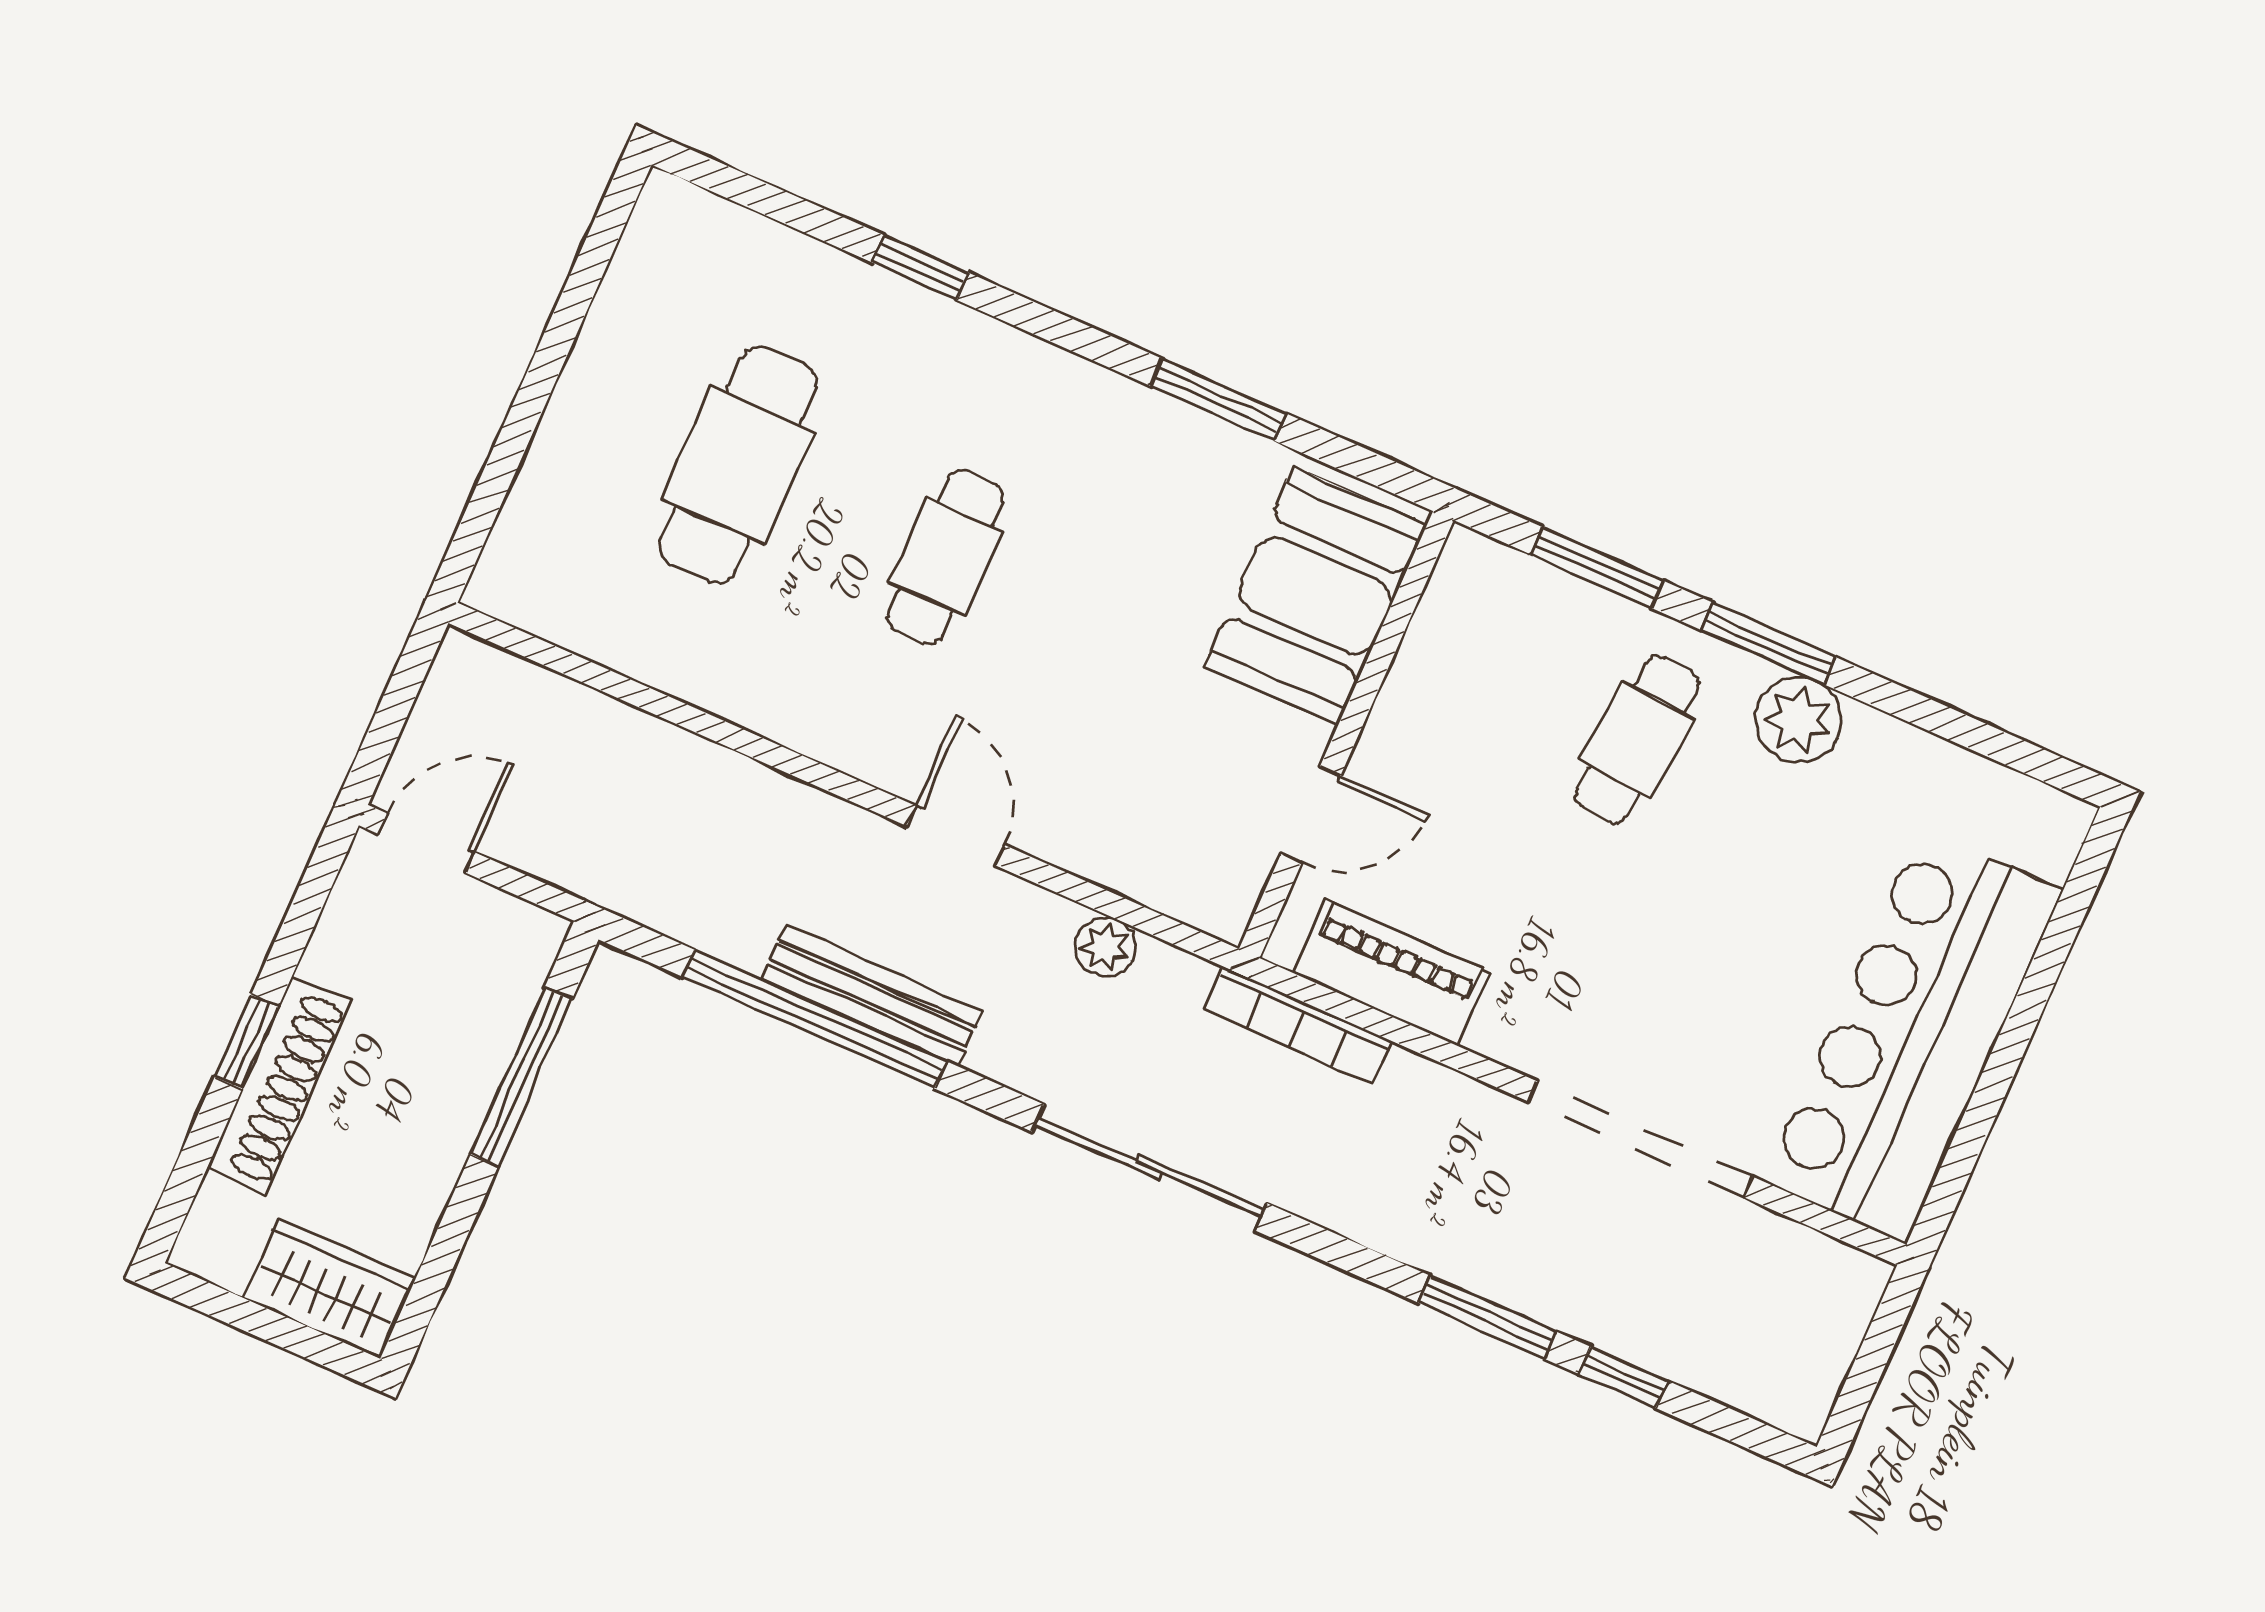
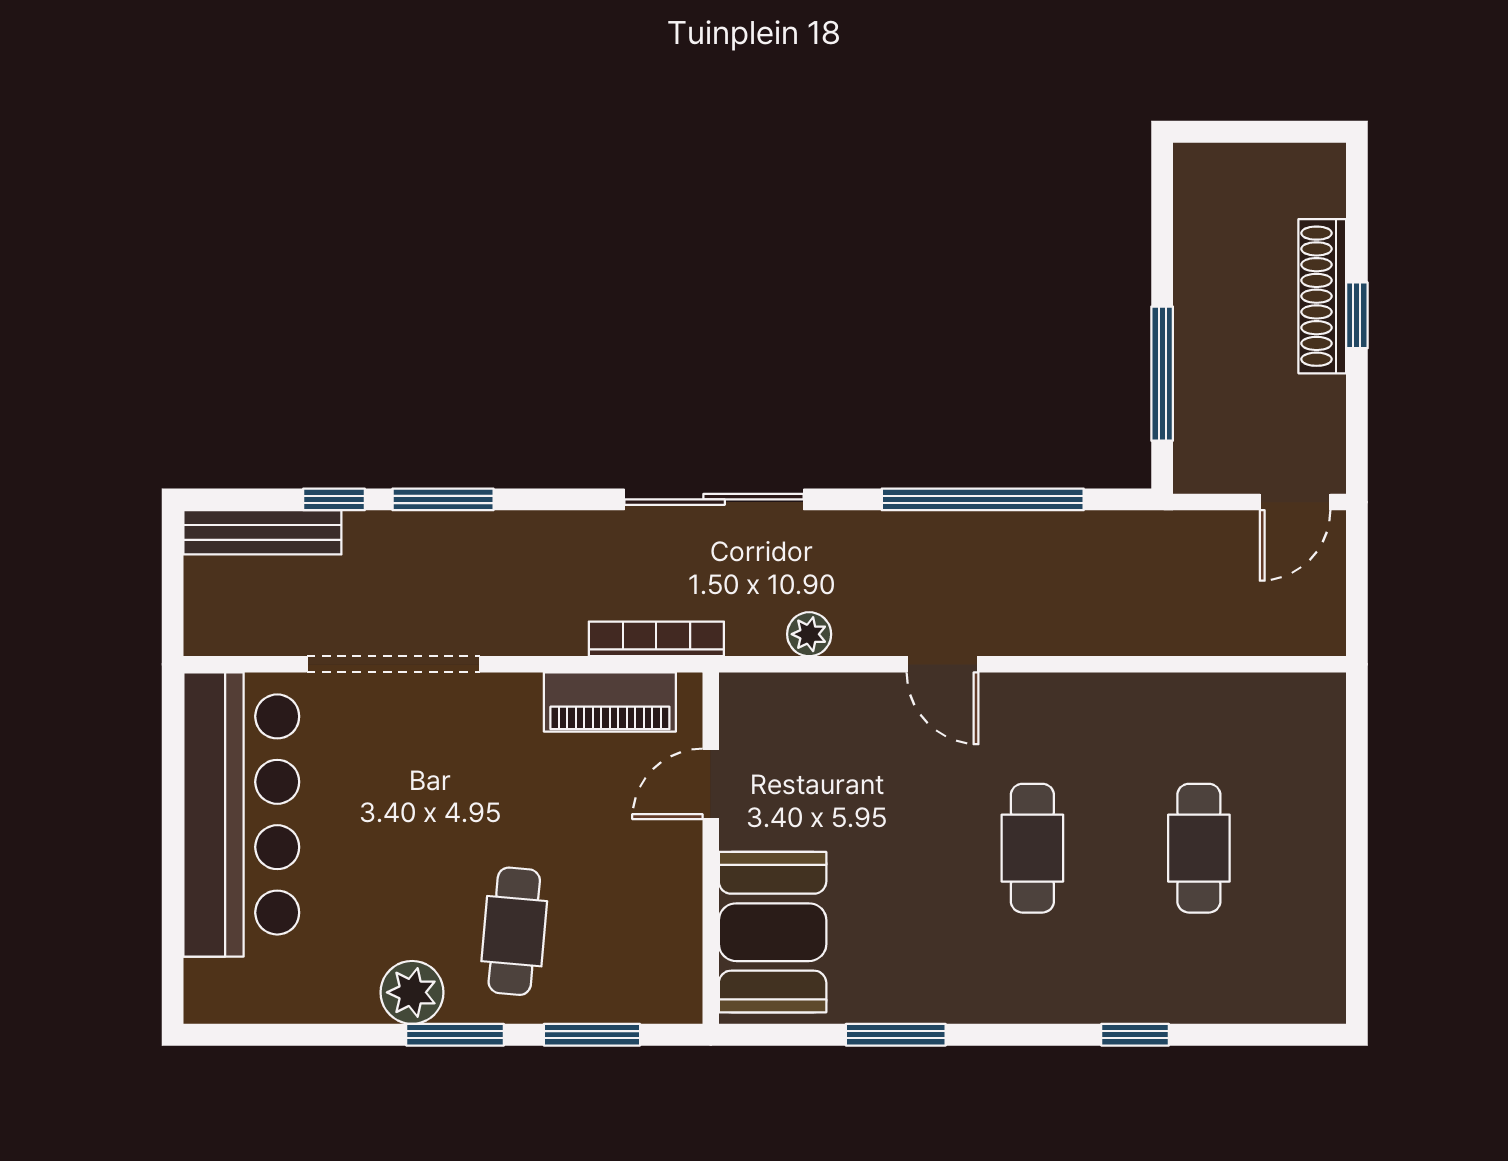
cafe table: (738, 465) -> (1199, 848), width x0.73, depth x0.74
bench: (872, 995) -> (262, 532), moved
wardrobe: (329, 1288) -> (1228, 175), removed

